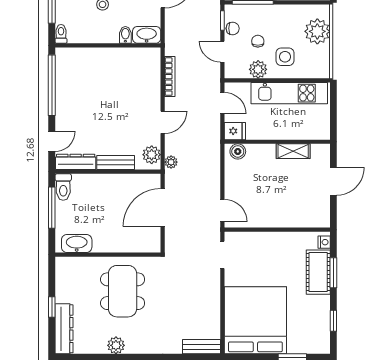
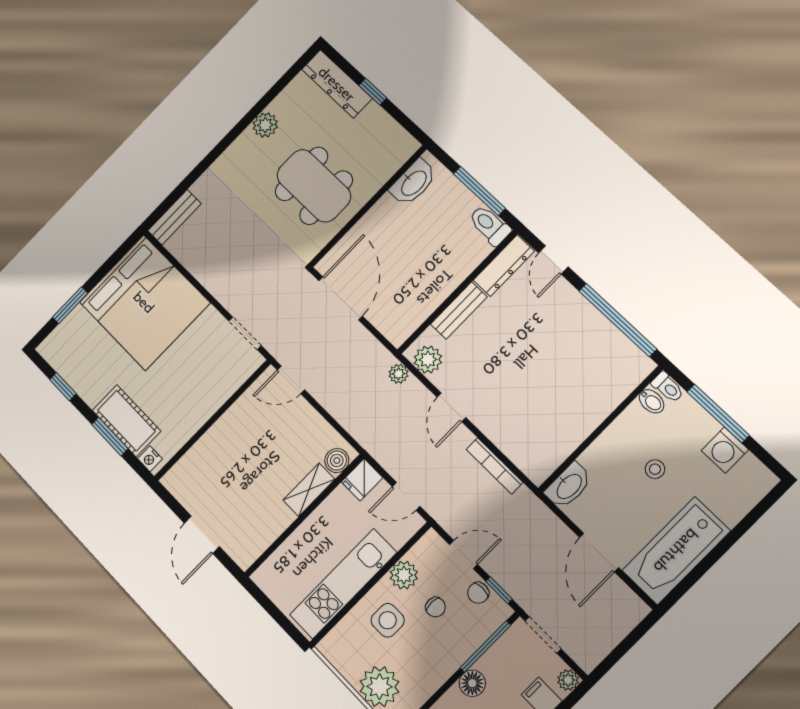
bidet: (125, 35) -> (652, 401), moved
shelving: (293, 151) -> (309, 490), moved
door: (163, 207) -> (341, 298), moved

